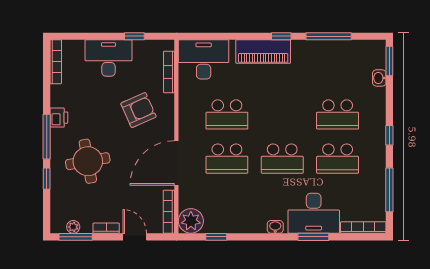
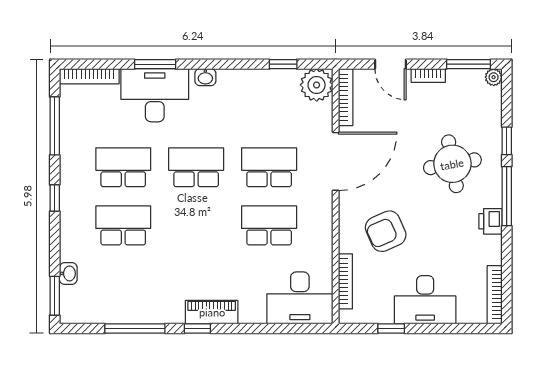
piano: (263, 52) -> (212, 312), width x0.73, depth x0.75
plant: (73, 227) -> (494, 77), moved

